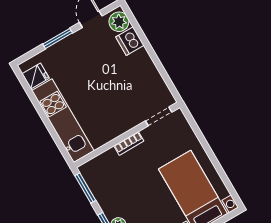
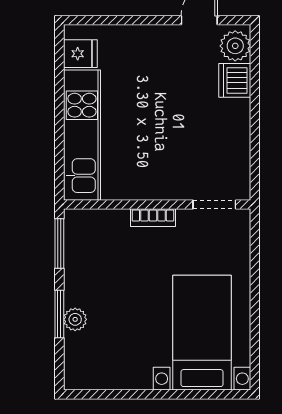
window: (58, 38) -> (139, 20), removed

